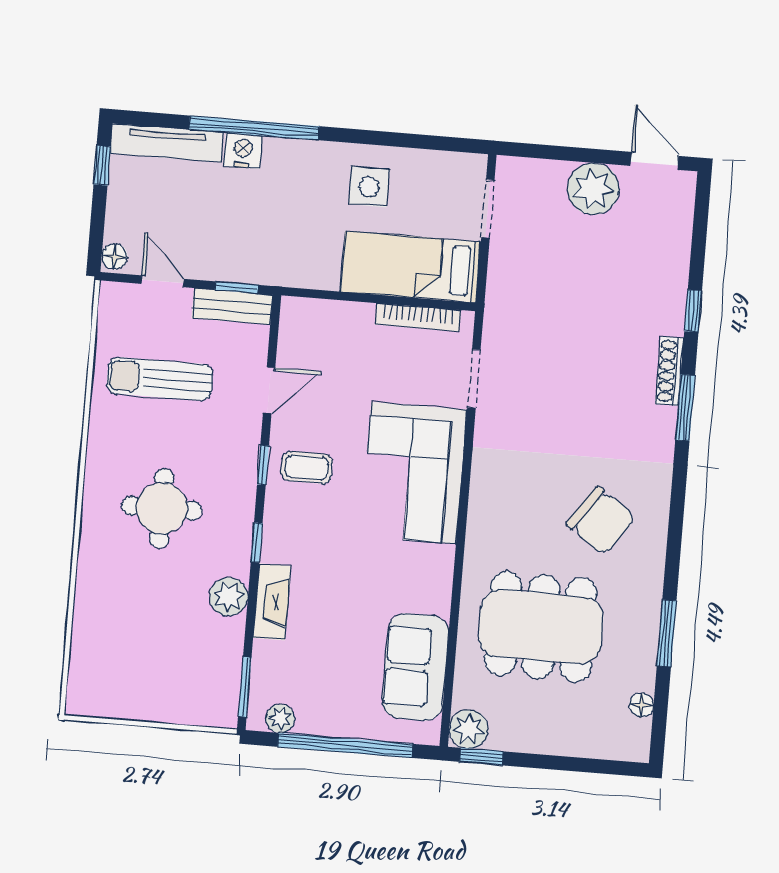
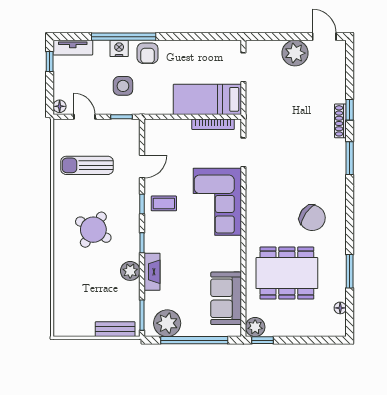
tv unit: (167, 143) -> (73, 48), width x0.71
armchair: (299, 165) -> (148, 53), added
side table: (369, 187) -> (123, 86), moved
bench: (232, 306) -> (115, 329), moved
shoe rack: (669, 371) -> (340, 121), moved
round table: (162, 508) -> (93, 230), turned 32
plant: (280, 719) -> (167, 323), width x1.87, depth x1.87

